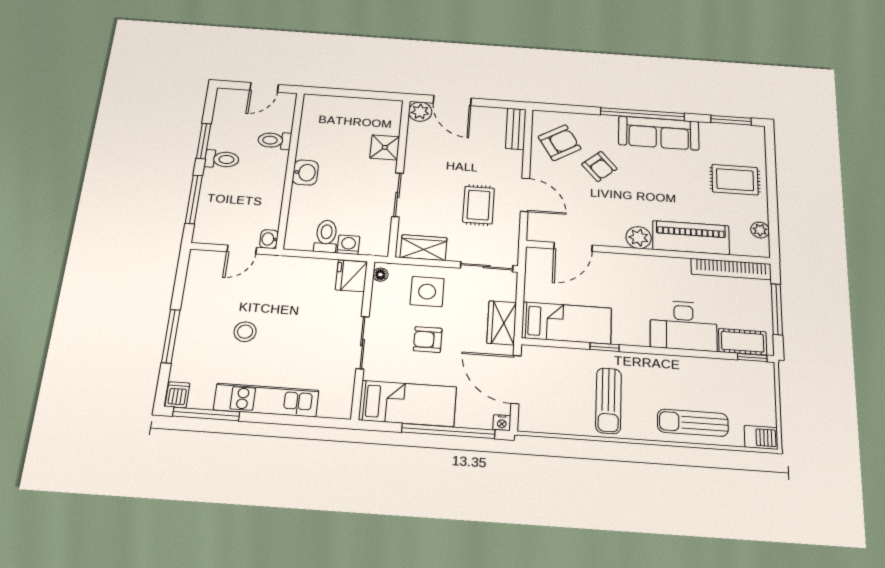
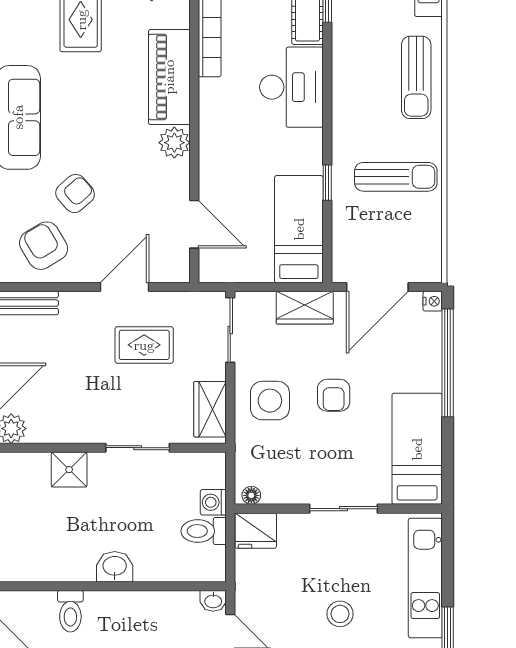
floor lamp: (380, 275) -> (251, 495), moved
fridge: (351, 276) -> (256, 531), moved
wall: (363, 339) -> (338, 509), moved
sliding door: (363, 343) -> (344, 509), moved
bed: (408, 403) -> (417, 449), moved

